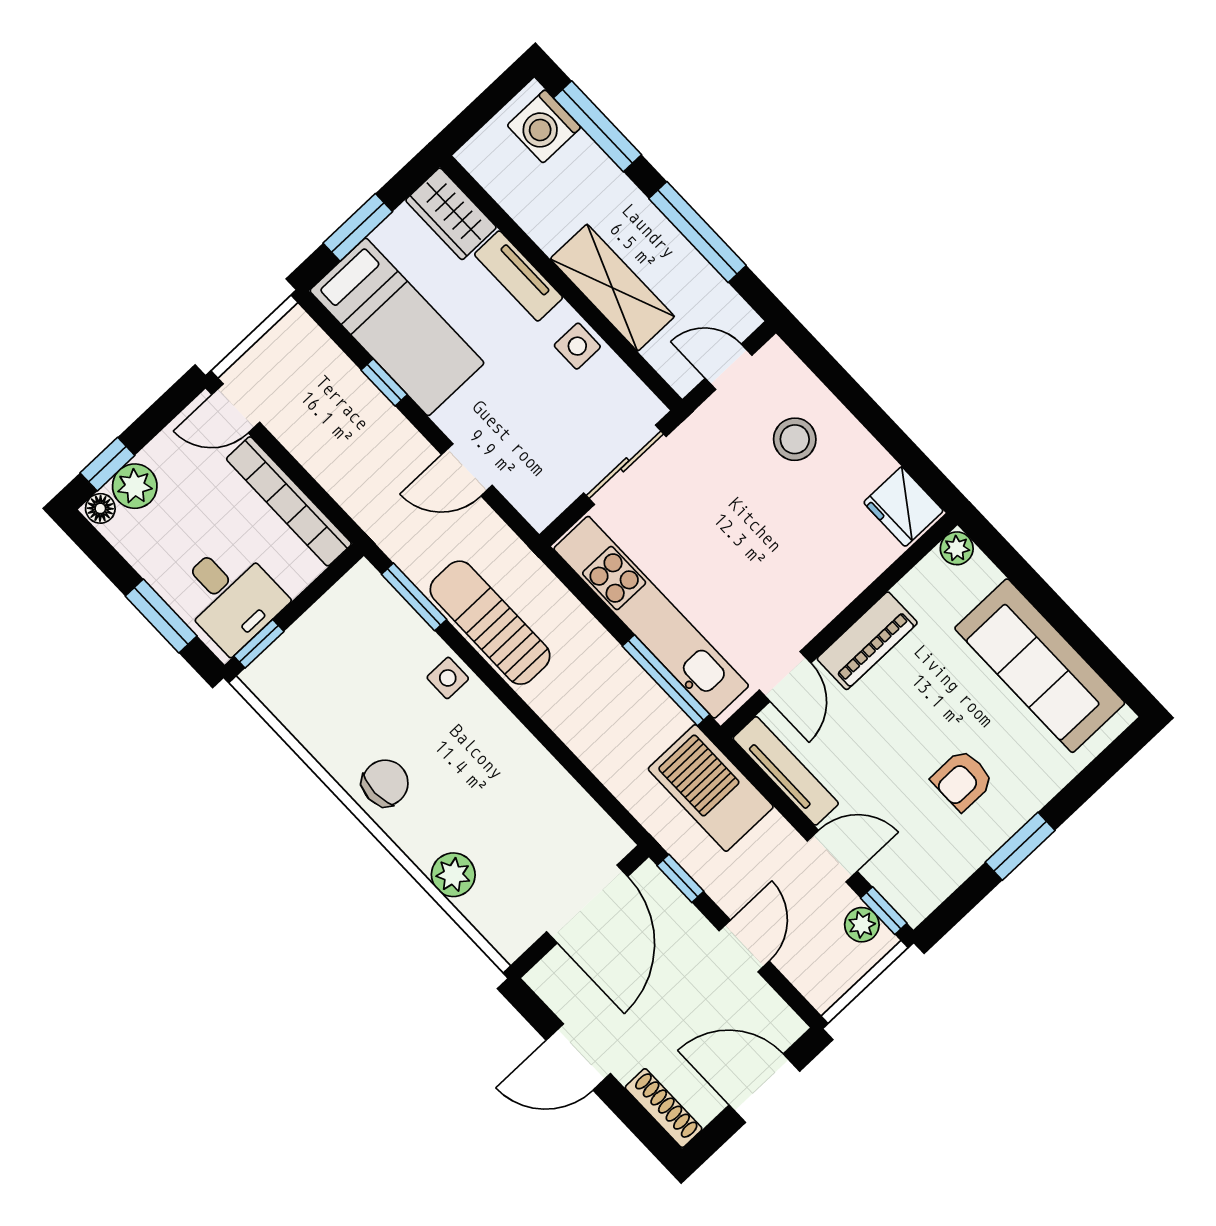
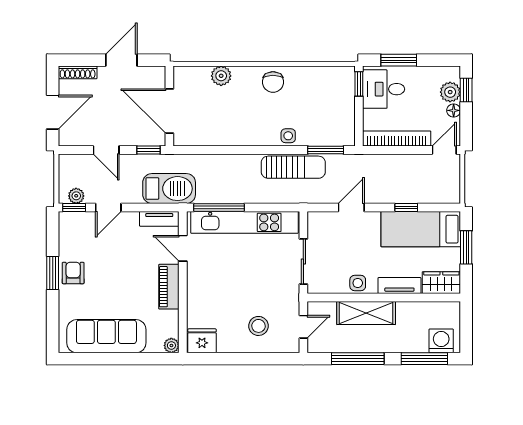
floor lamp: (100, 508) -> (454, 110), moved
tv unit: (786, 771) -> (159, 219), width x0.71
armchair: (962, 780) -> (73, 273), moved

